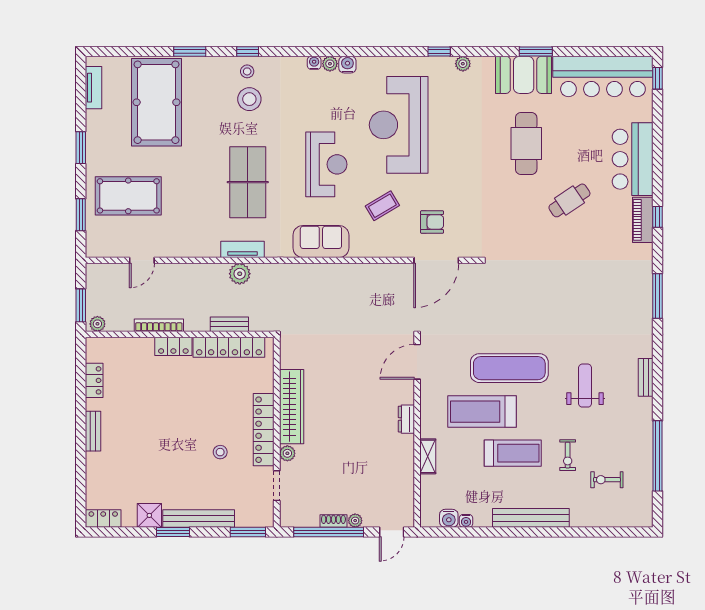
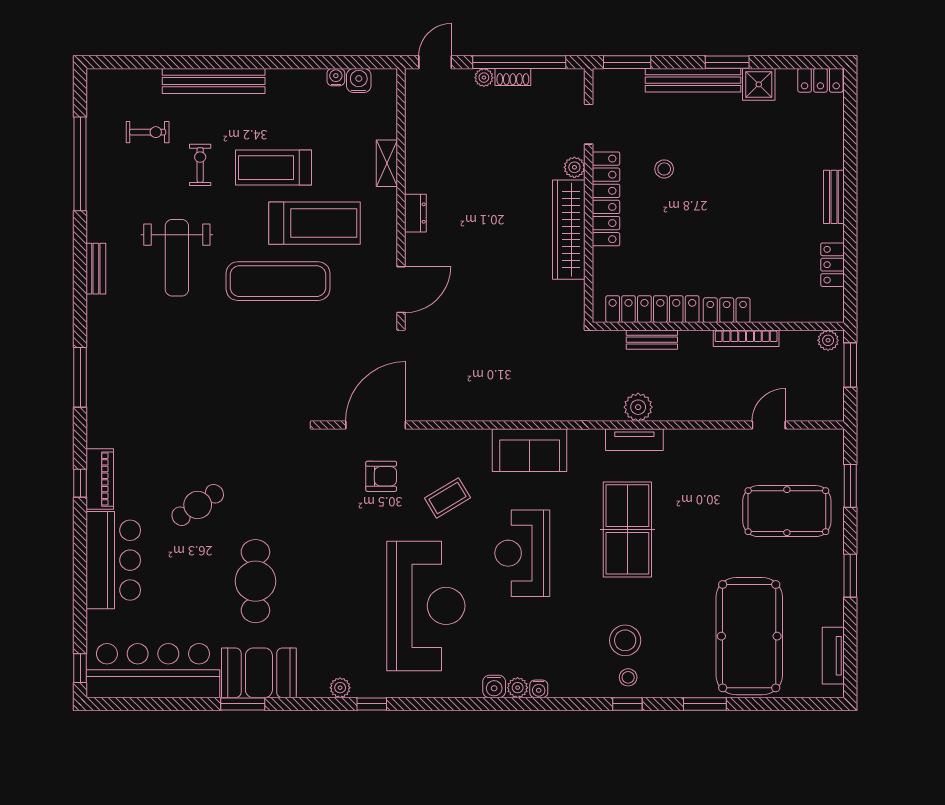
armchair: (432, 222) -> (381, 476), turned 180
weight bench: (585, 386) -> (177, 258), width x1.36, depth x1.33
bench: (531, 518) -> (214, 81), moved

